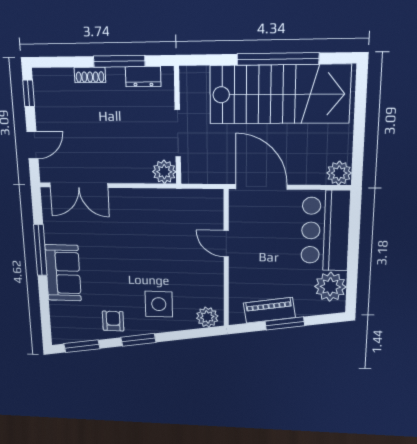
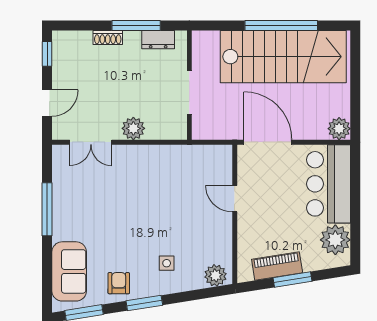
plant: (164, 172) -> (133, 128), moved
double door: (79, 185) -> (91, 142), width x0.73
sofa: (63, 273) -> (69, 271), moved
side table: (159, 304) -> (167, 263), width x0.54, depth x0.54

